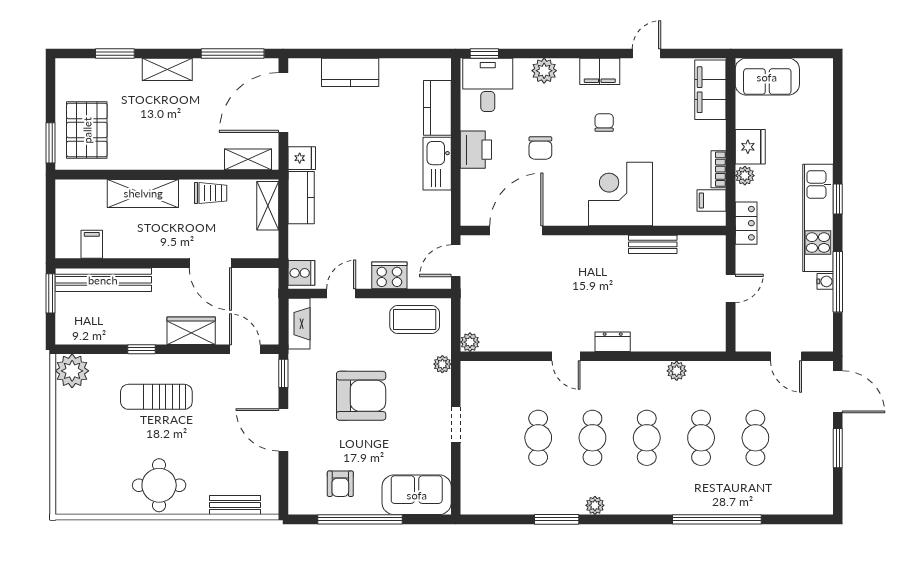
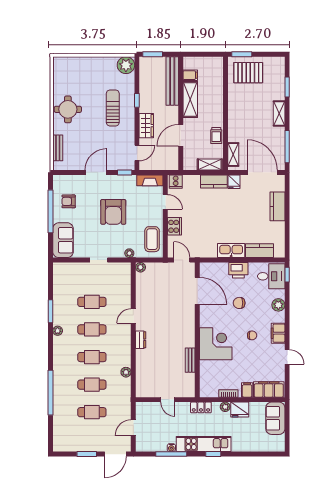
shelving: (143, 193) -> (190, 100), moved
filing cabinet: (711, 201) -> (247, 390), moved
window: (50, 293) -> (153, 54), moved

